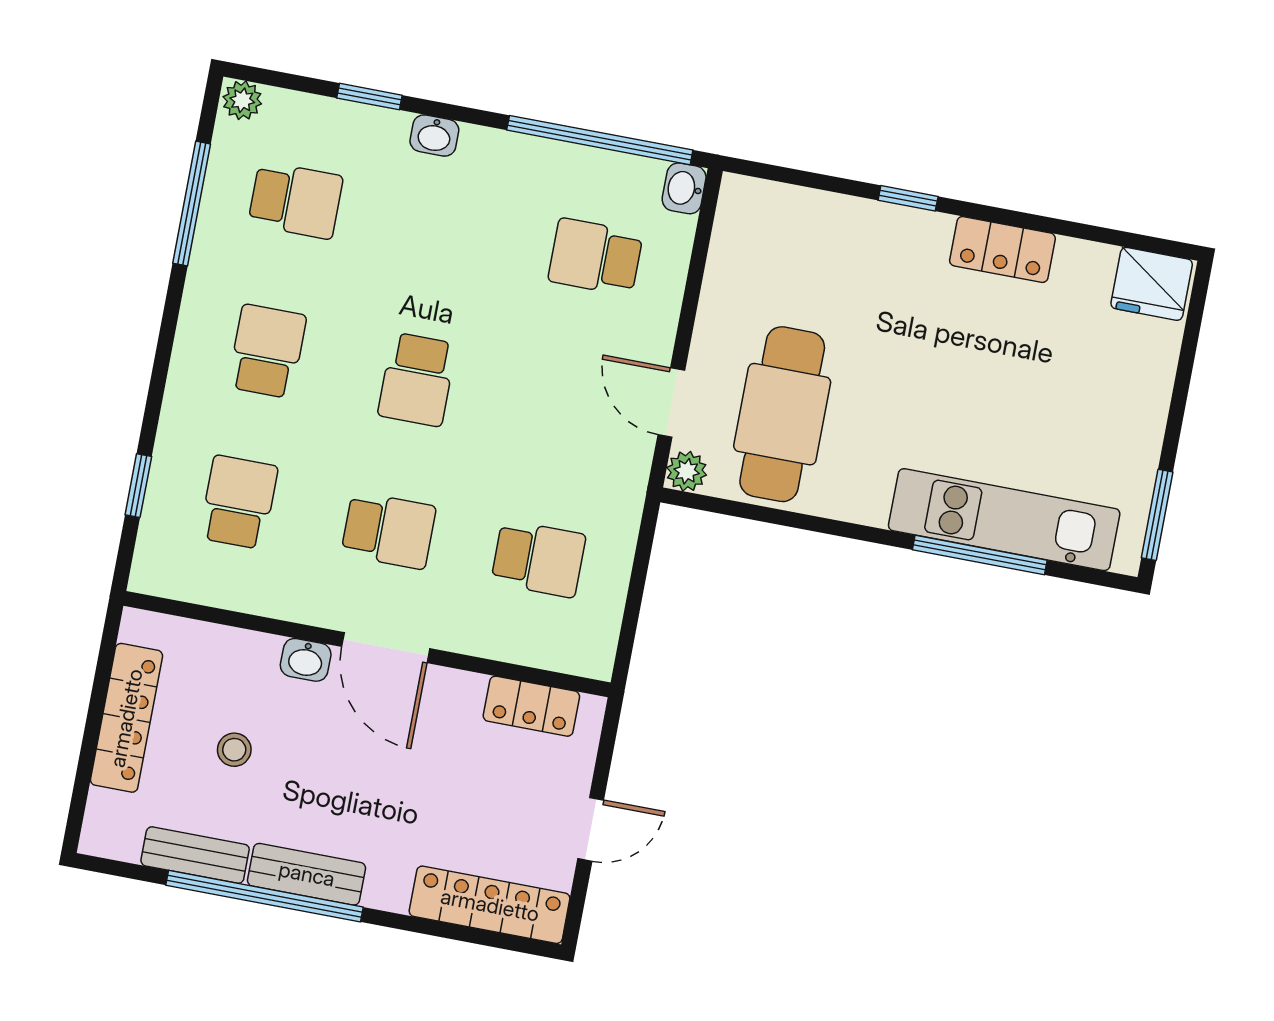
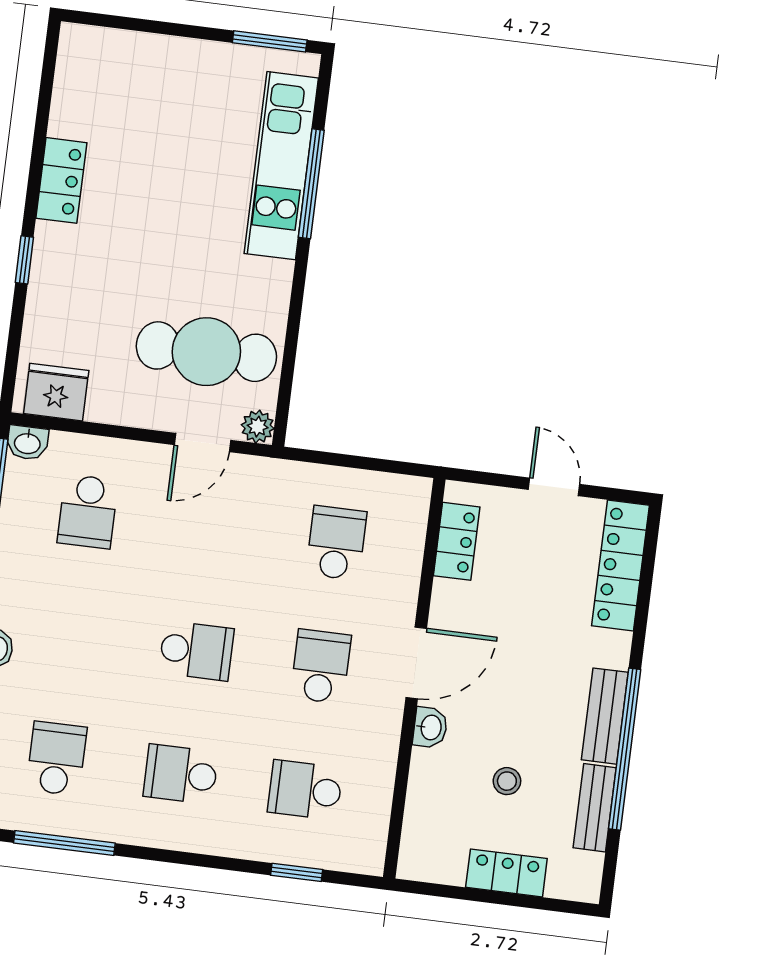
fridge: (1152, 284) -> (56, 392), moved, turned -90
locker: (126, 718) -> (506, 873), width x0.66

